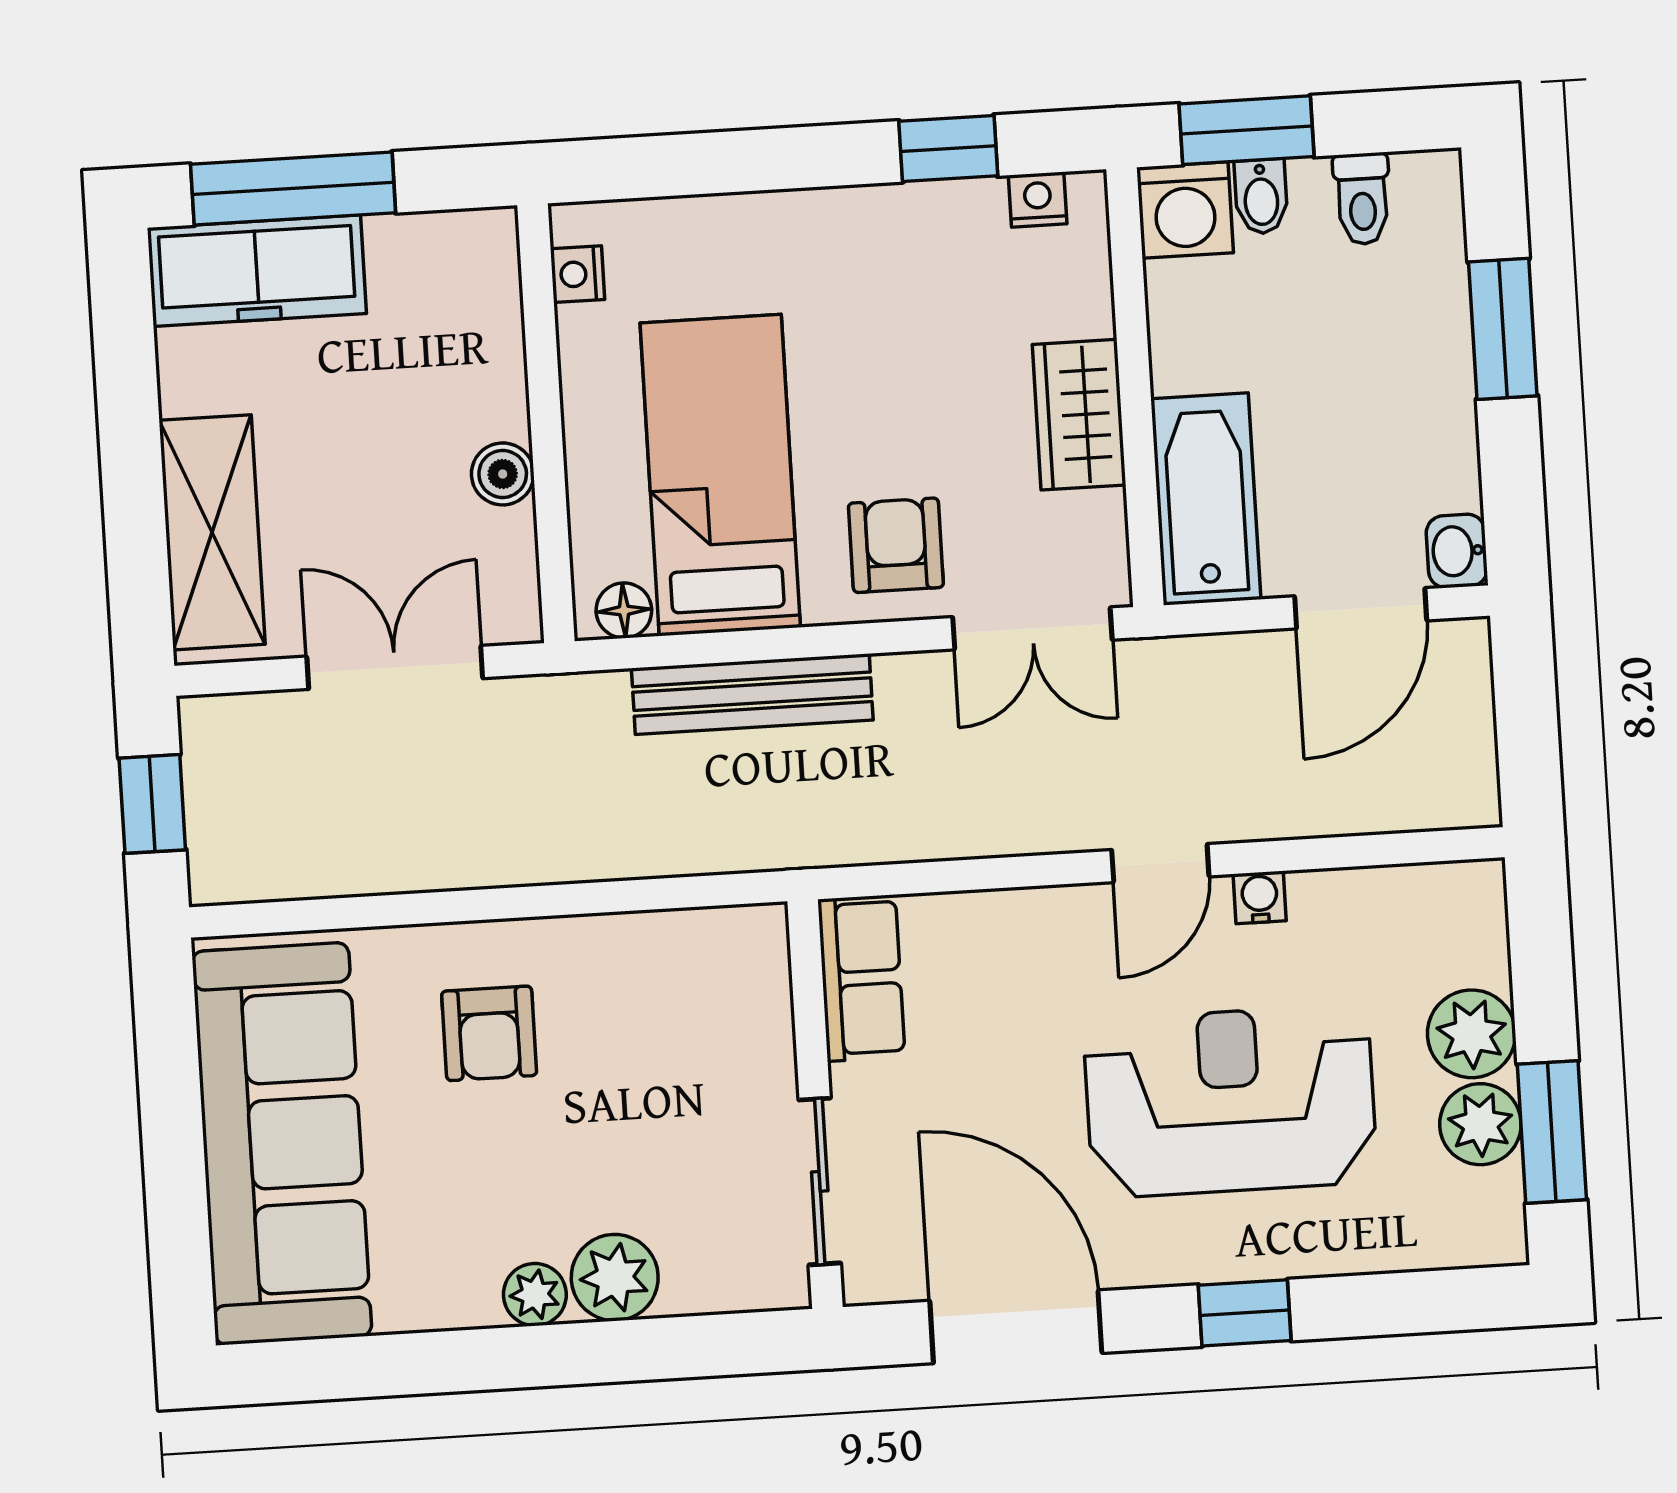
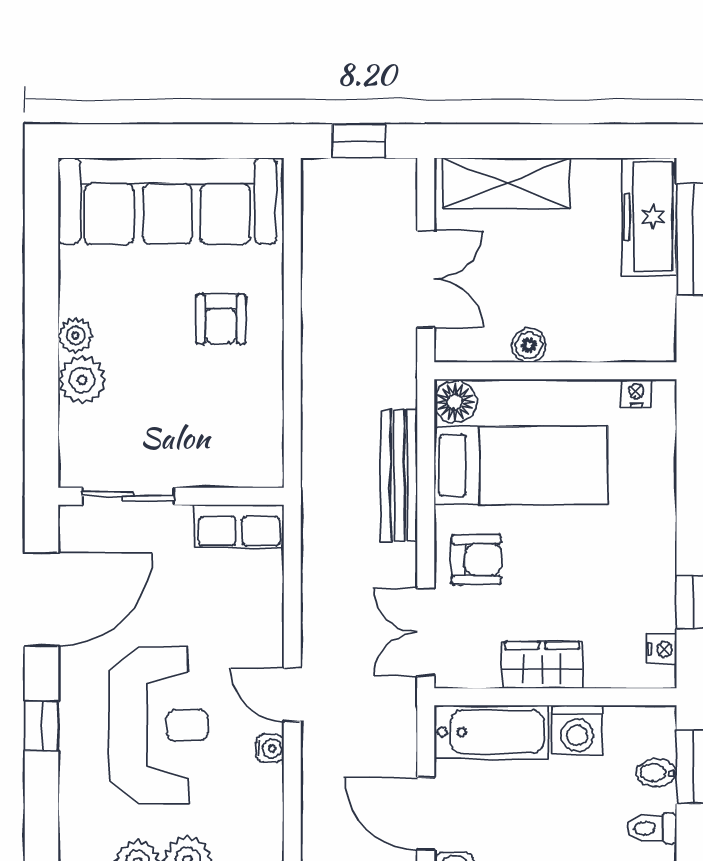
washing machine: (1185, 210) -> (577, 730), moved, turned -90
floor lamp: (624, 610) -> (455, 402), width x1.37, depth x1.37
armchair: (489, 1033) -> (221, 319), turned -90

